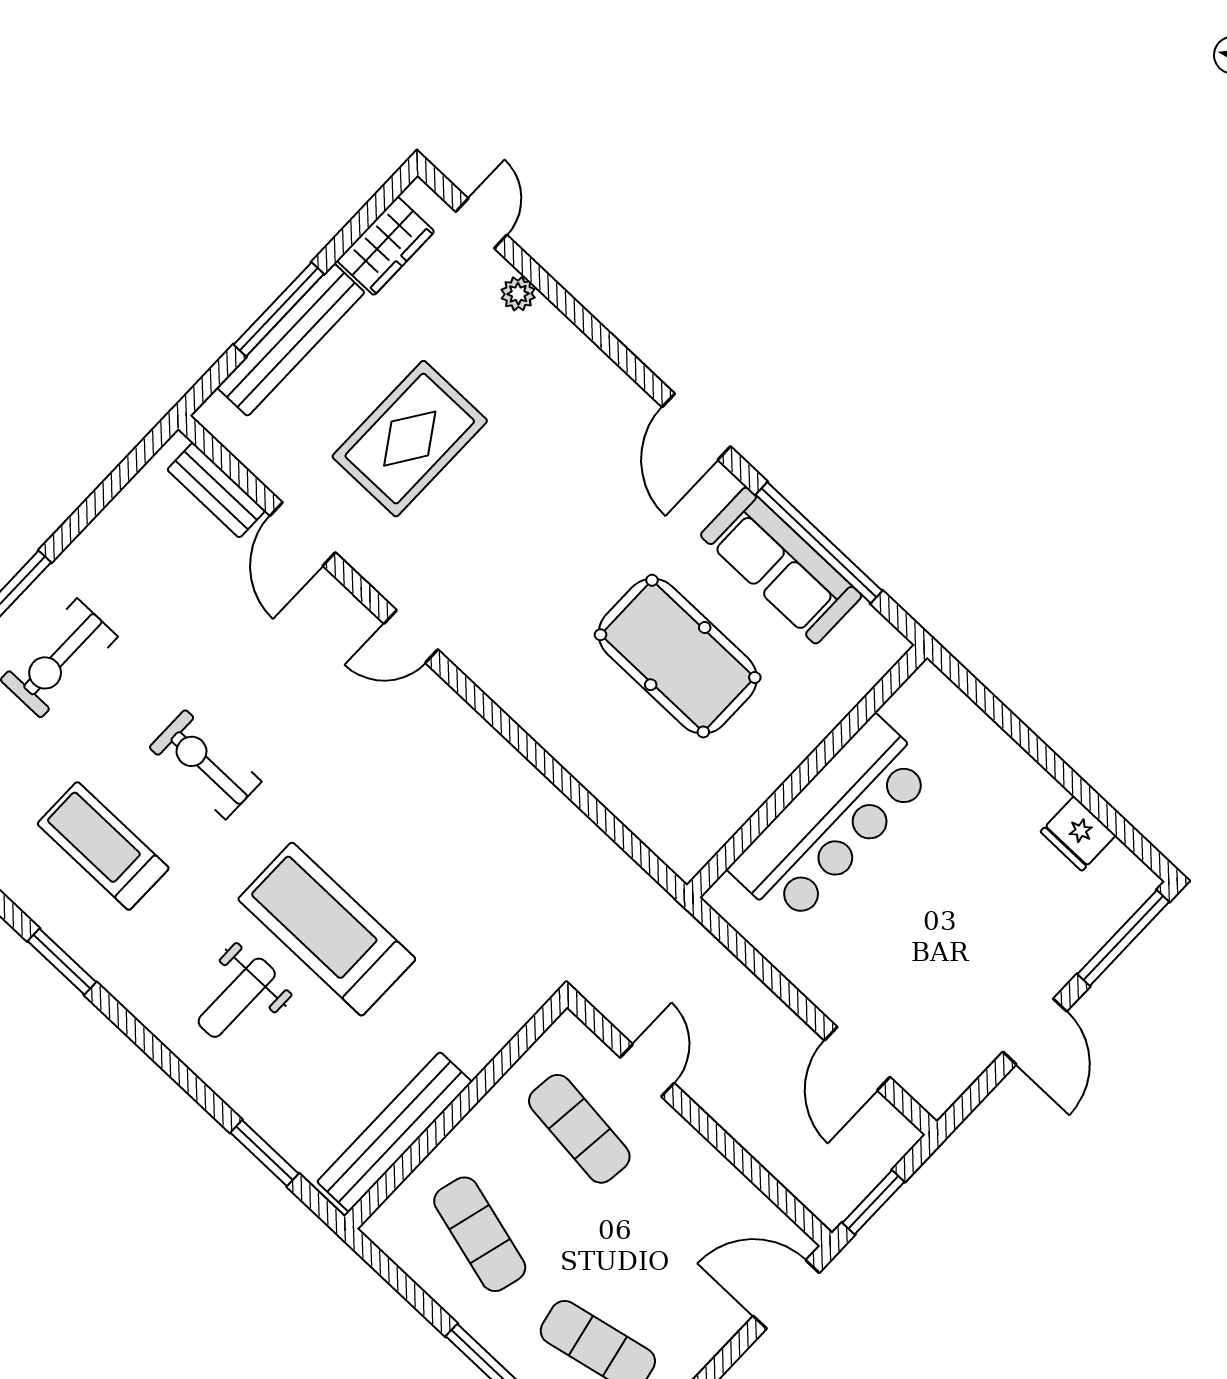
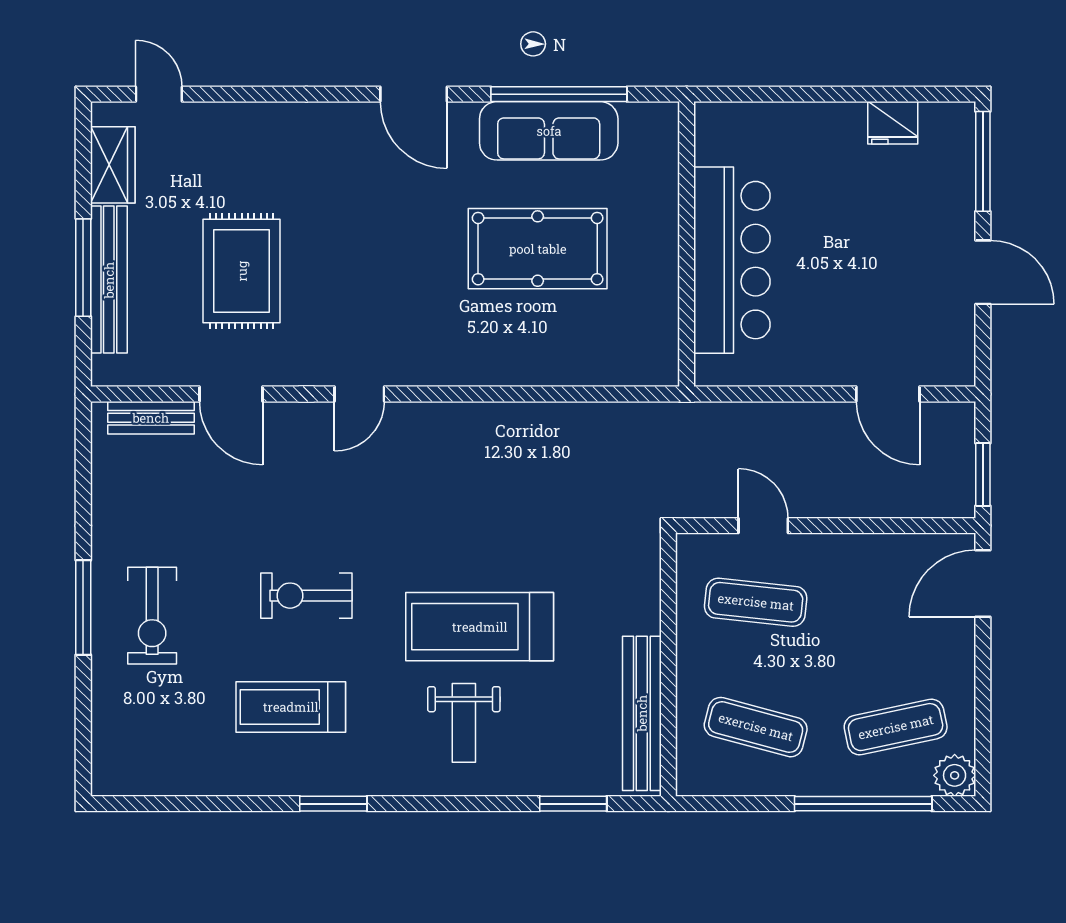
plant: (518, 294) -> (224, 116), removed

